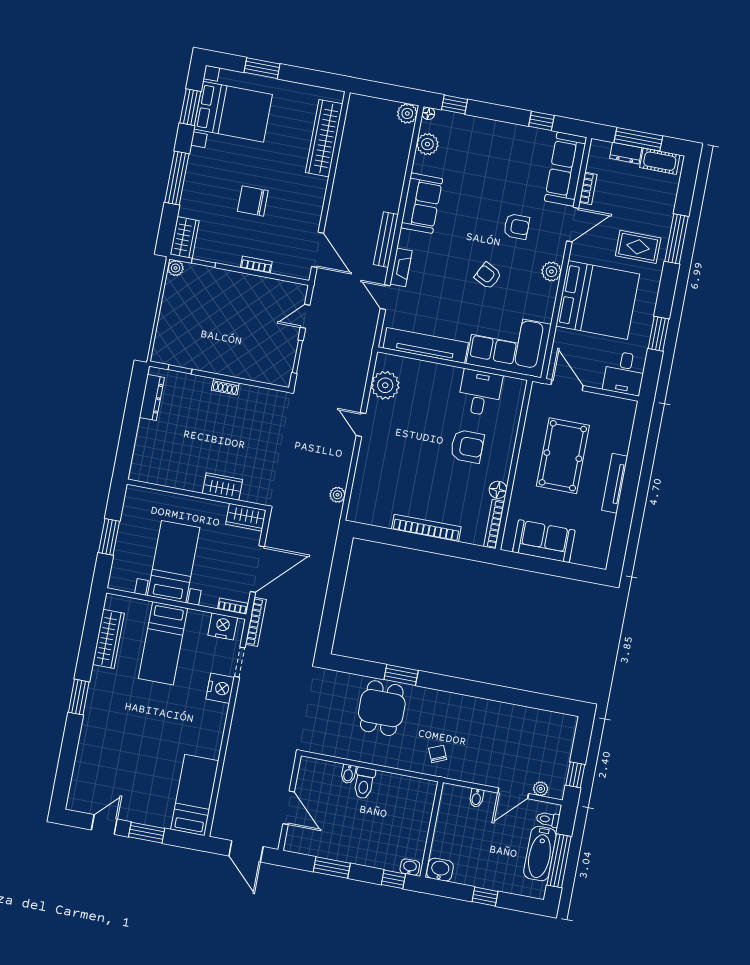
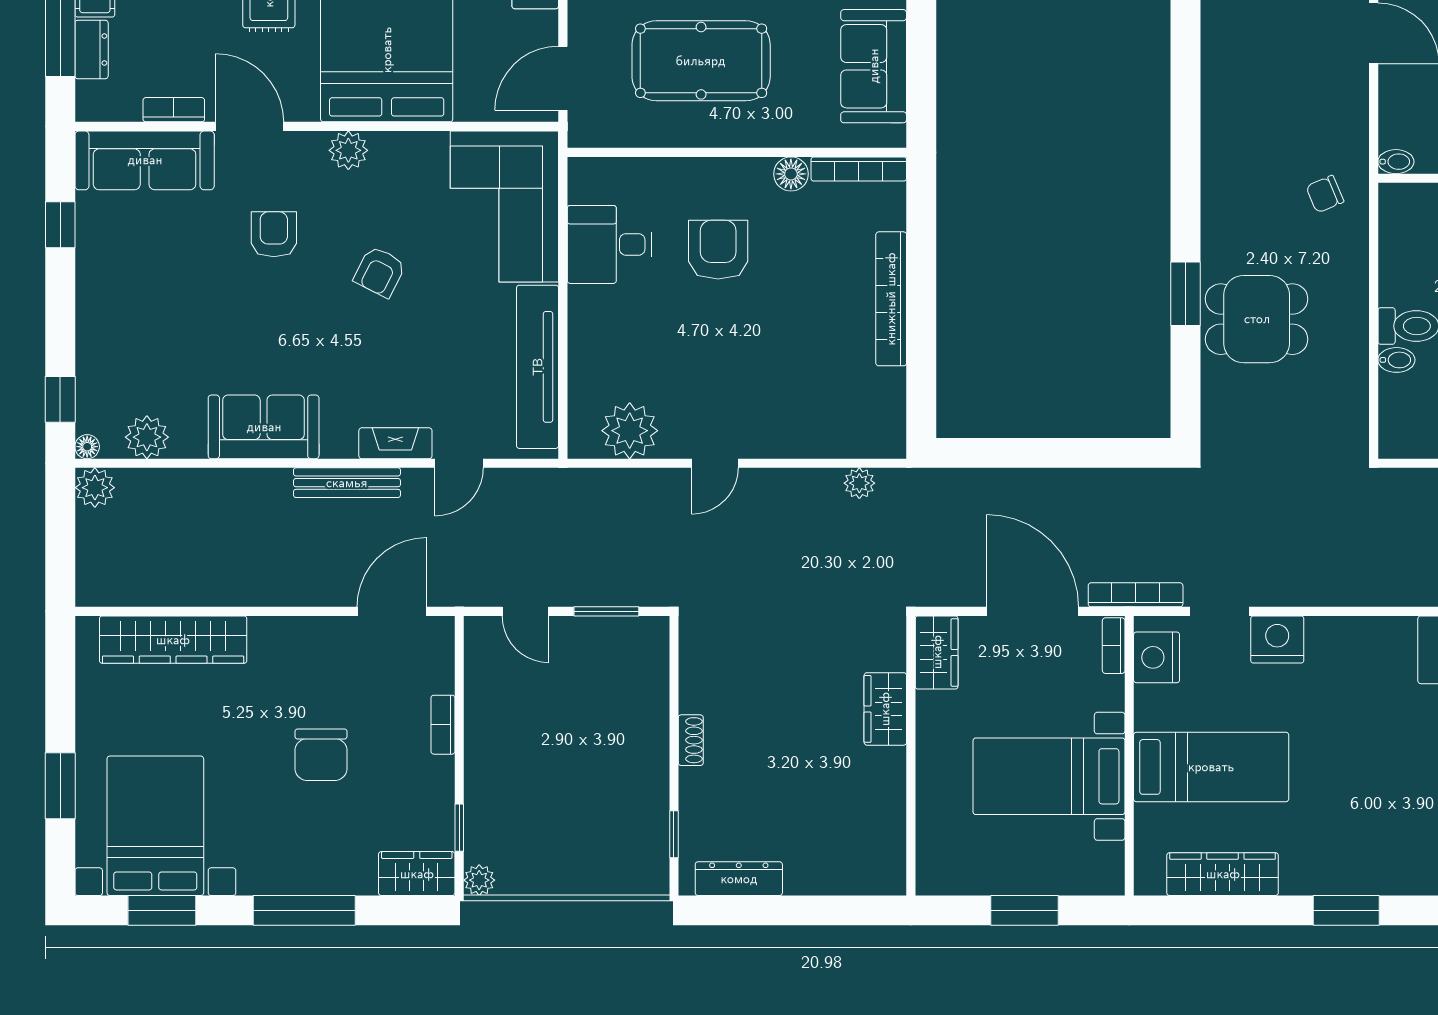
bidet: (476, 798) -> (1396, 162), moved

